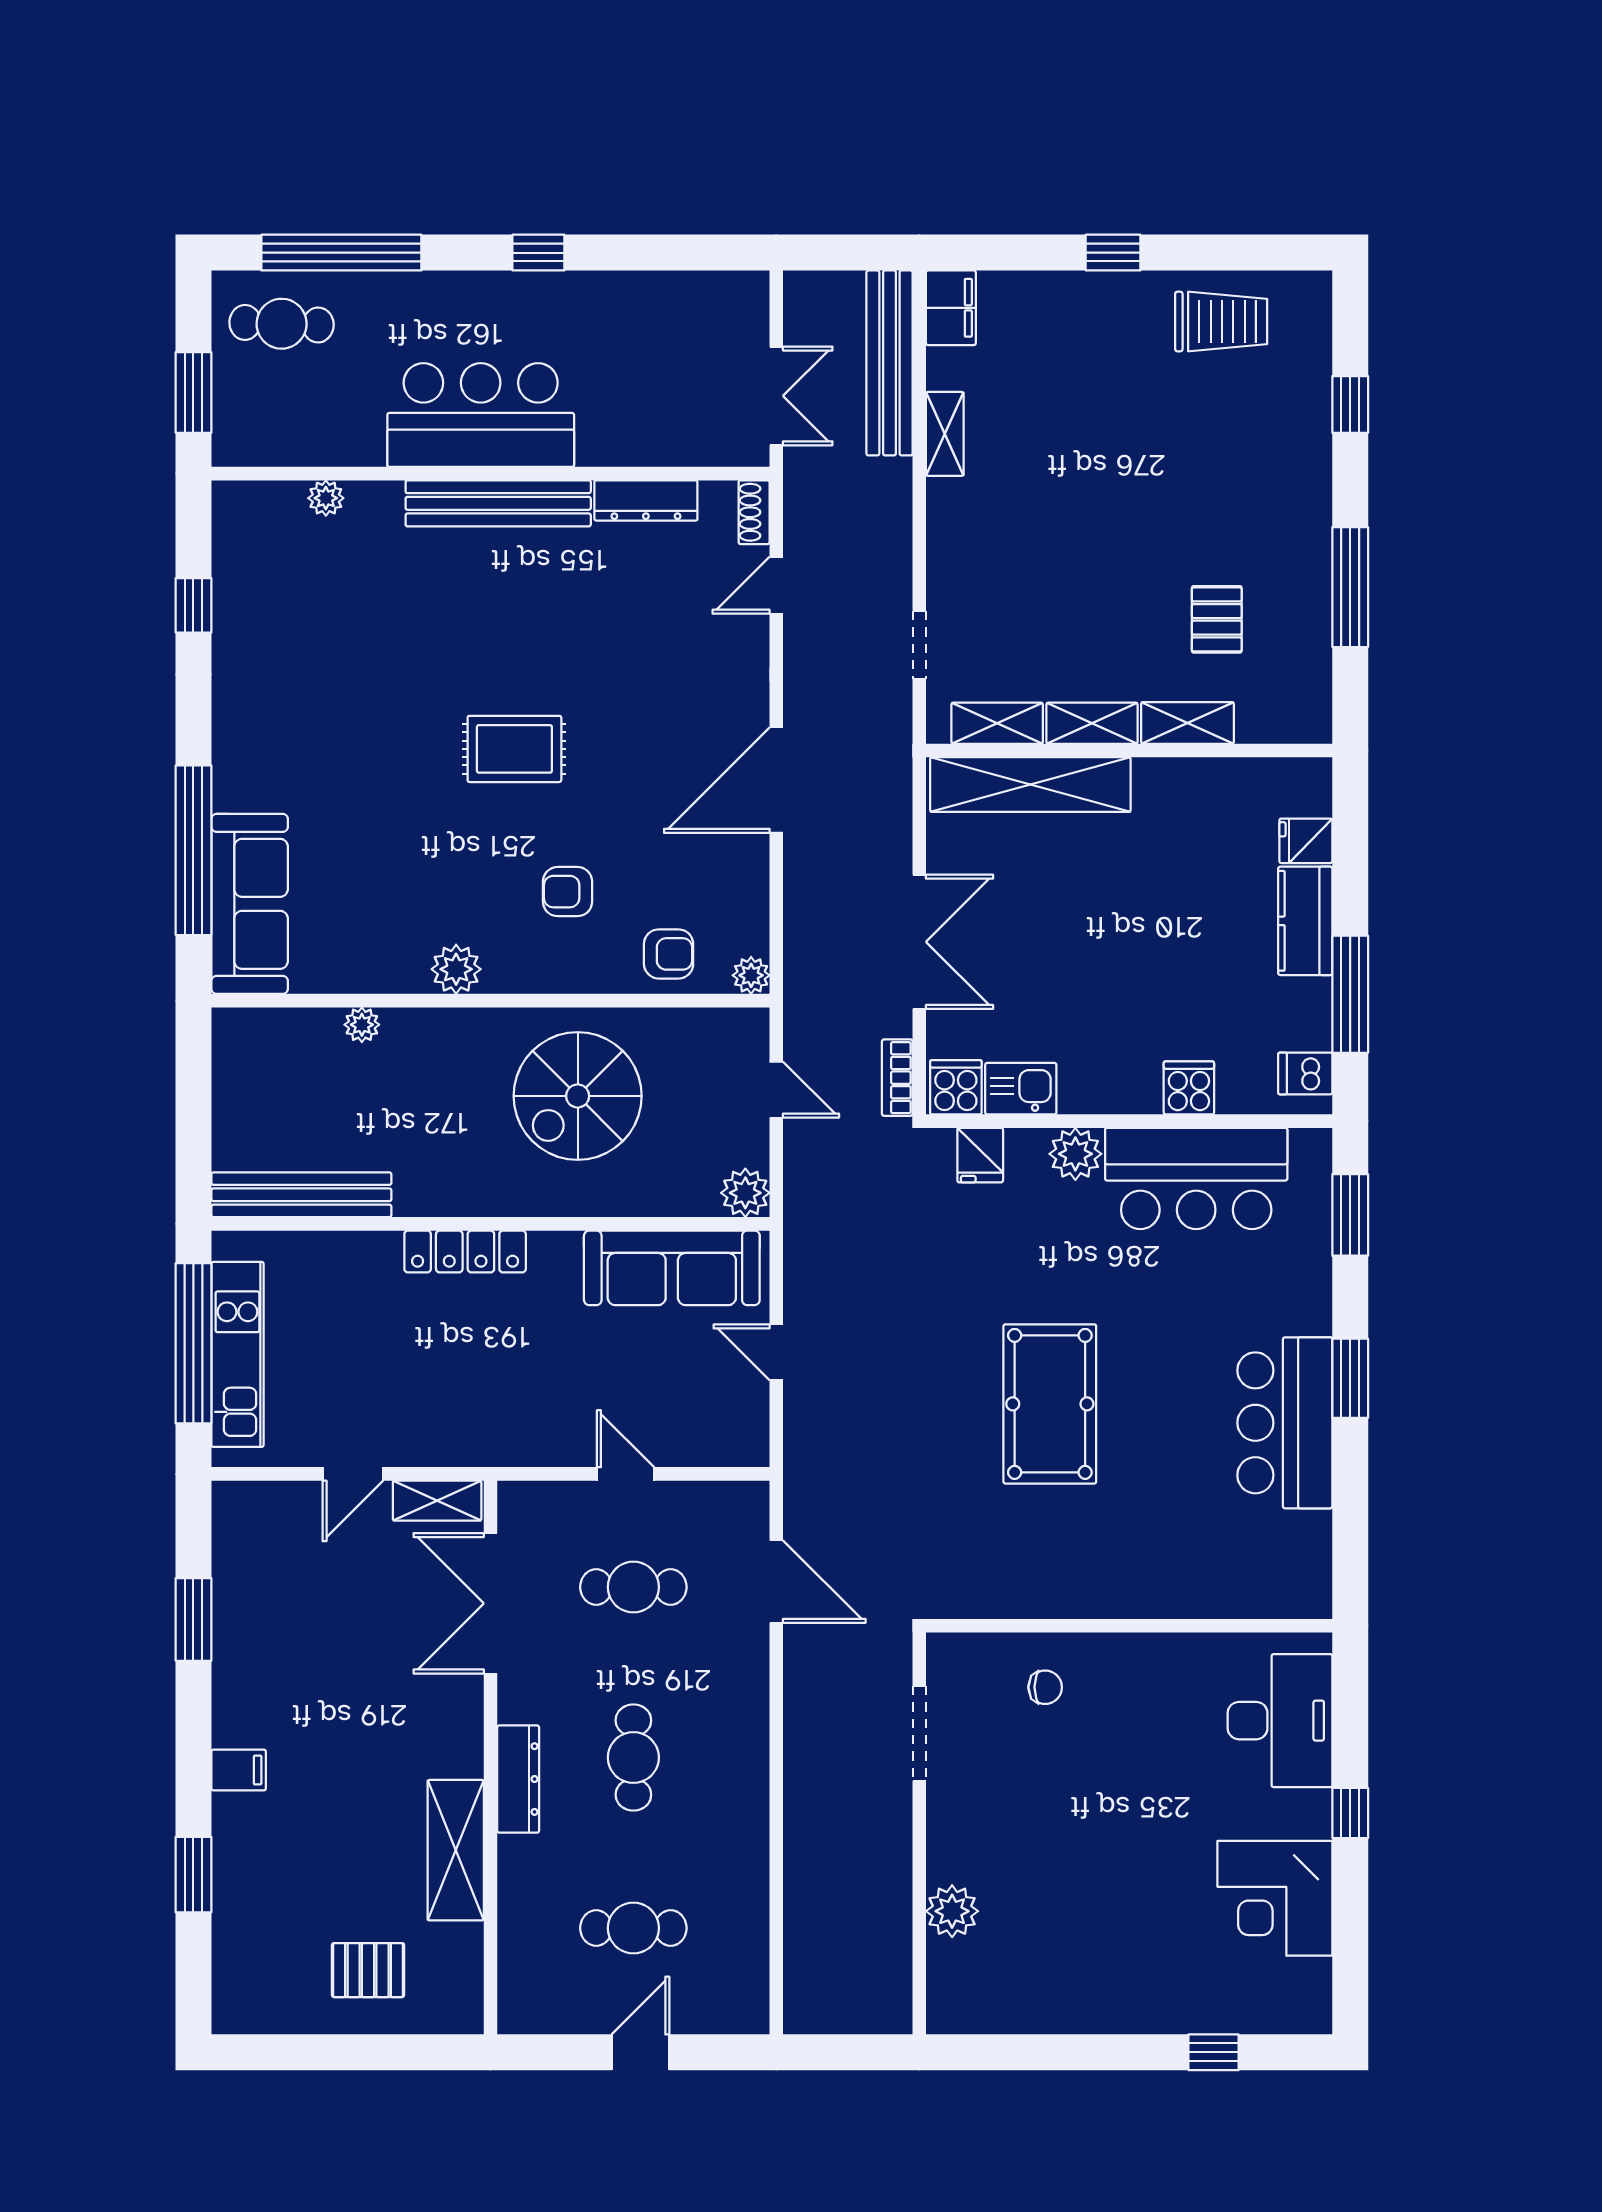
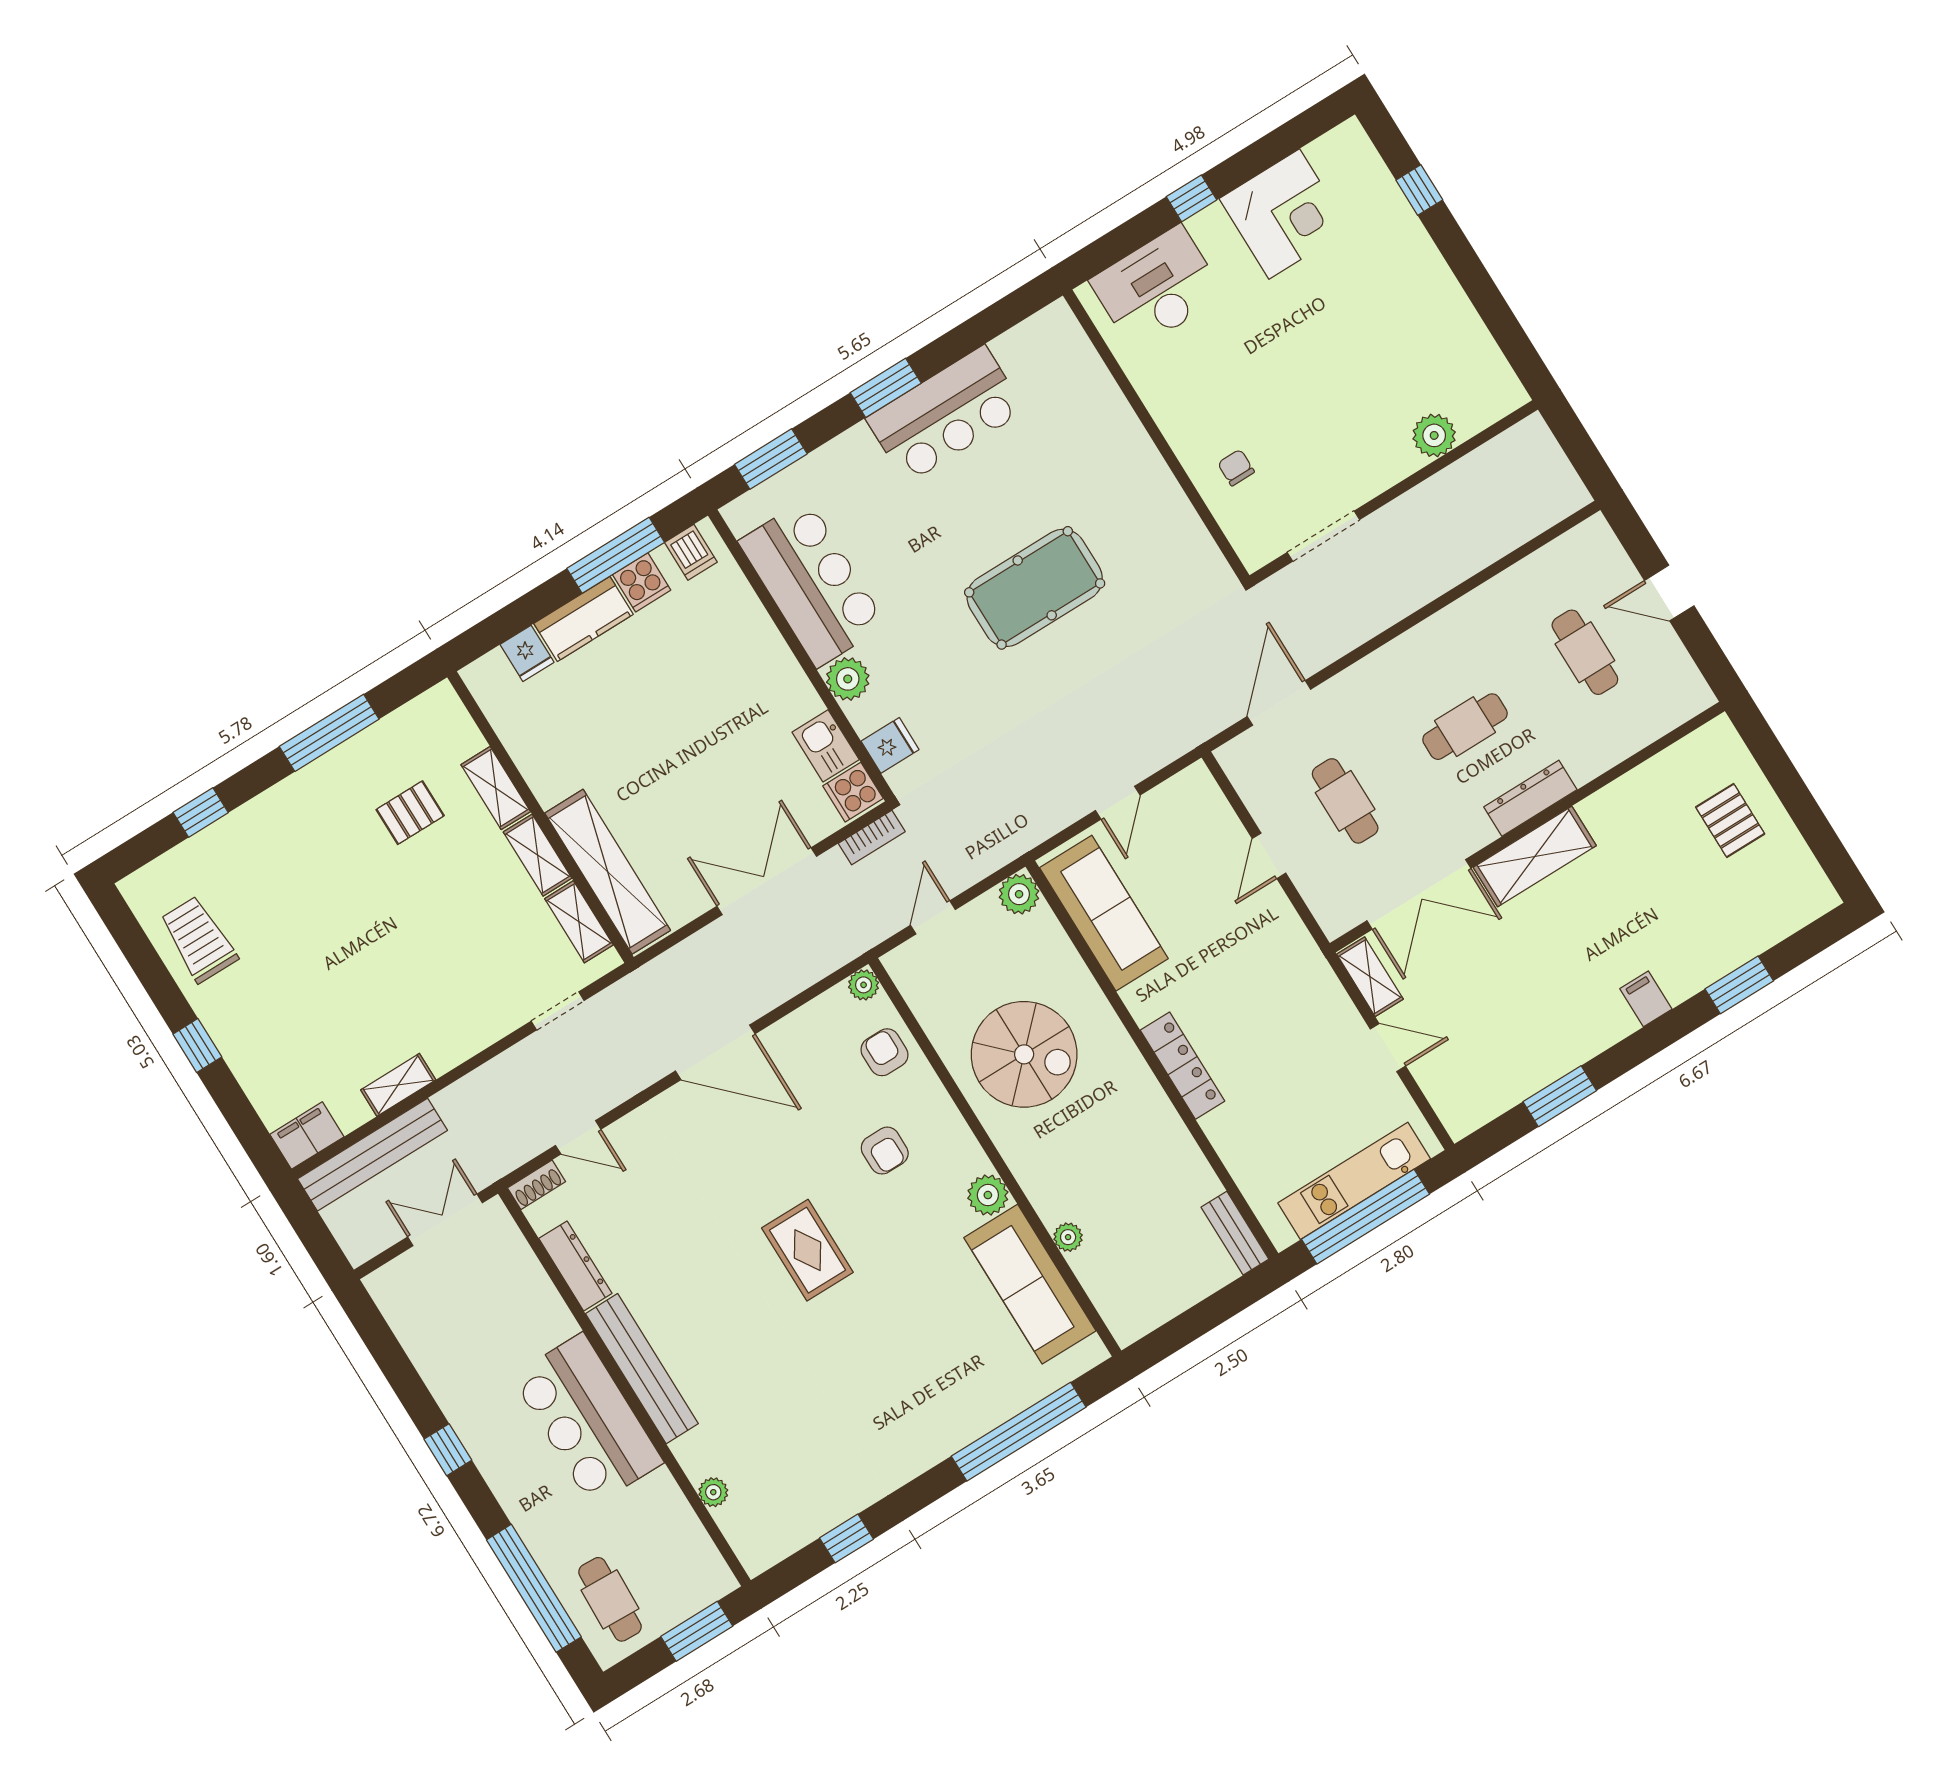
sofa: (250, 904) -> (1030, 1284), moved, turned -90
cooker: (1189, 1088) -> (642, 582), moved, turned -90
bench: (301, 1195) -> (1235, 1233), width x0.54, depth x0.82
shelving: (456, 1850) -> (1535, 856), moved

